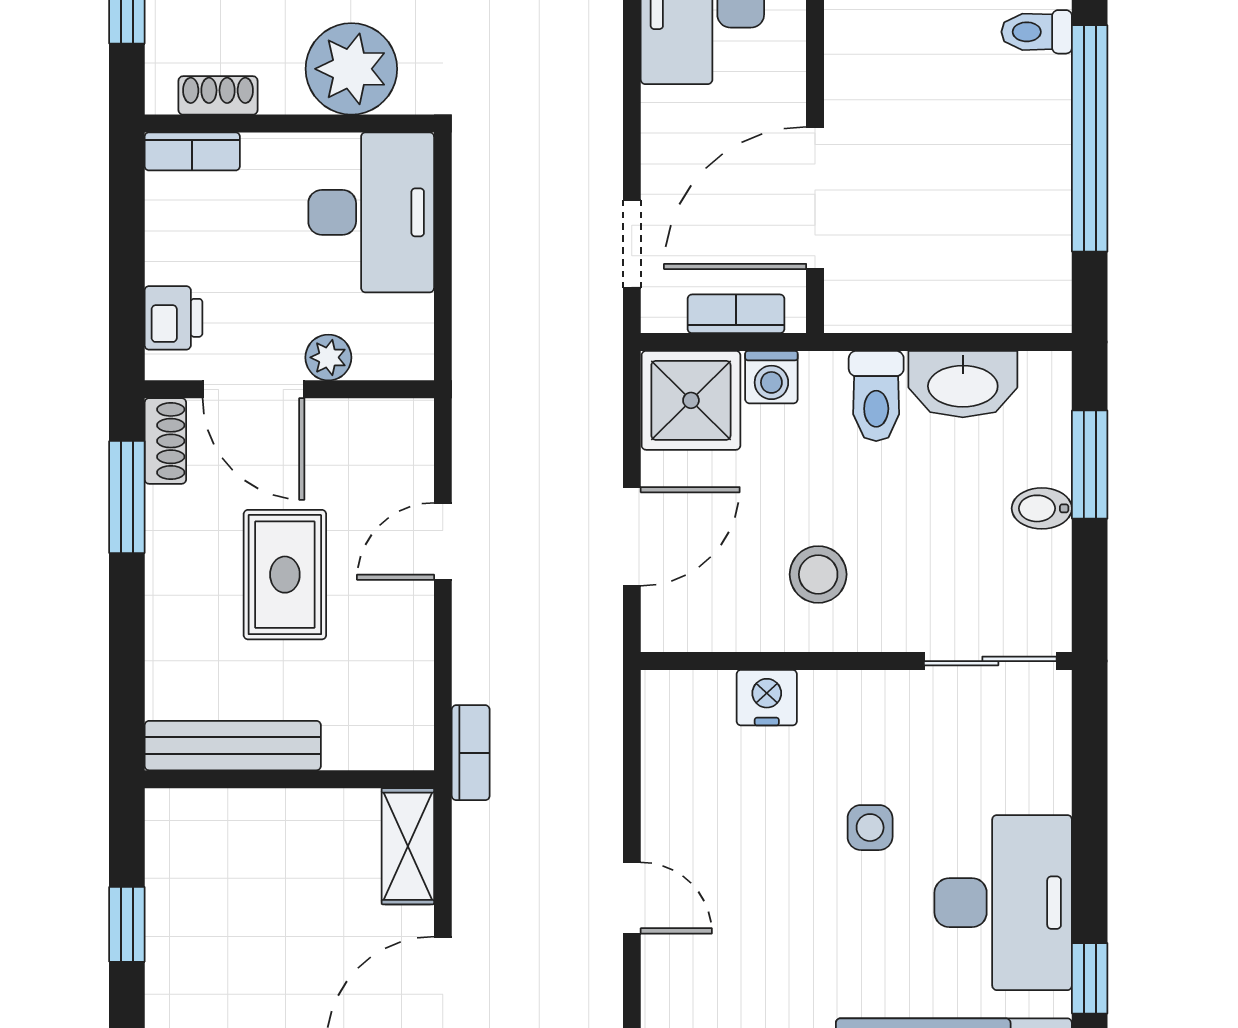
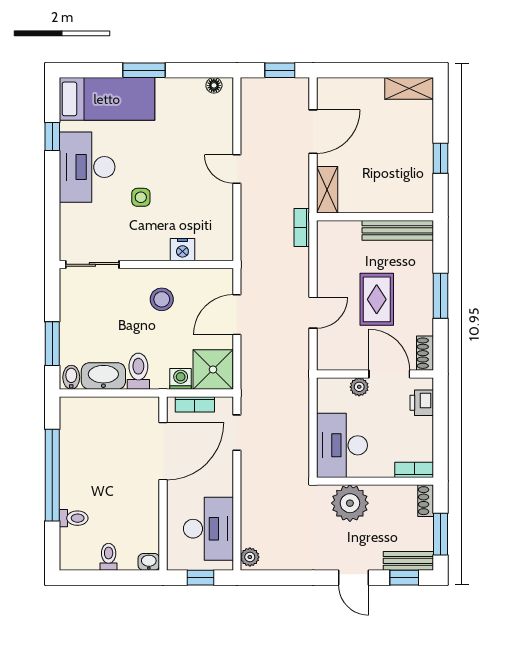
shoe rack: (218, 95) -> (426, 501), moved, turned 90
window: (127, 497) -> (440, 296), moved
bidet: (1042, 508) -> (71, 377), moved, turned -90

